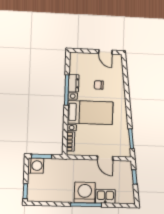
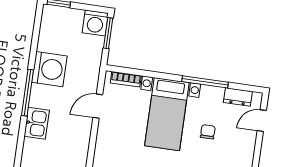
door: (105, 52) -> (262, 121), moved
dresser: (74, 83) -> (238, 97), moved
door: (105, 158) -> (98, 106), moved
washing machine: (85, 193) -> (49, 69), moved

